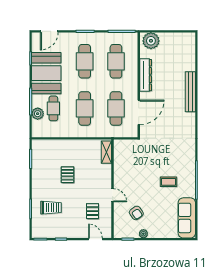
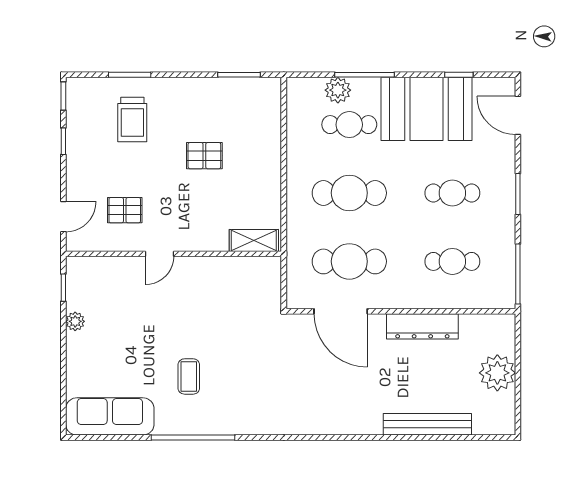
plant: (151, 41) -> (497, 373), moved
cafe table: (85, 61) -> (452, 193), width x0.73, depth x0.74
cafe table: (116, 61) -> (452, 261), width x0.73, depth x0.74
bench: (190, 92) -> (427, 424), moved
armchair: (136, 213) -> (121, 306), removed

